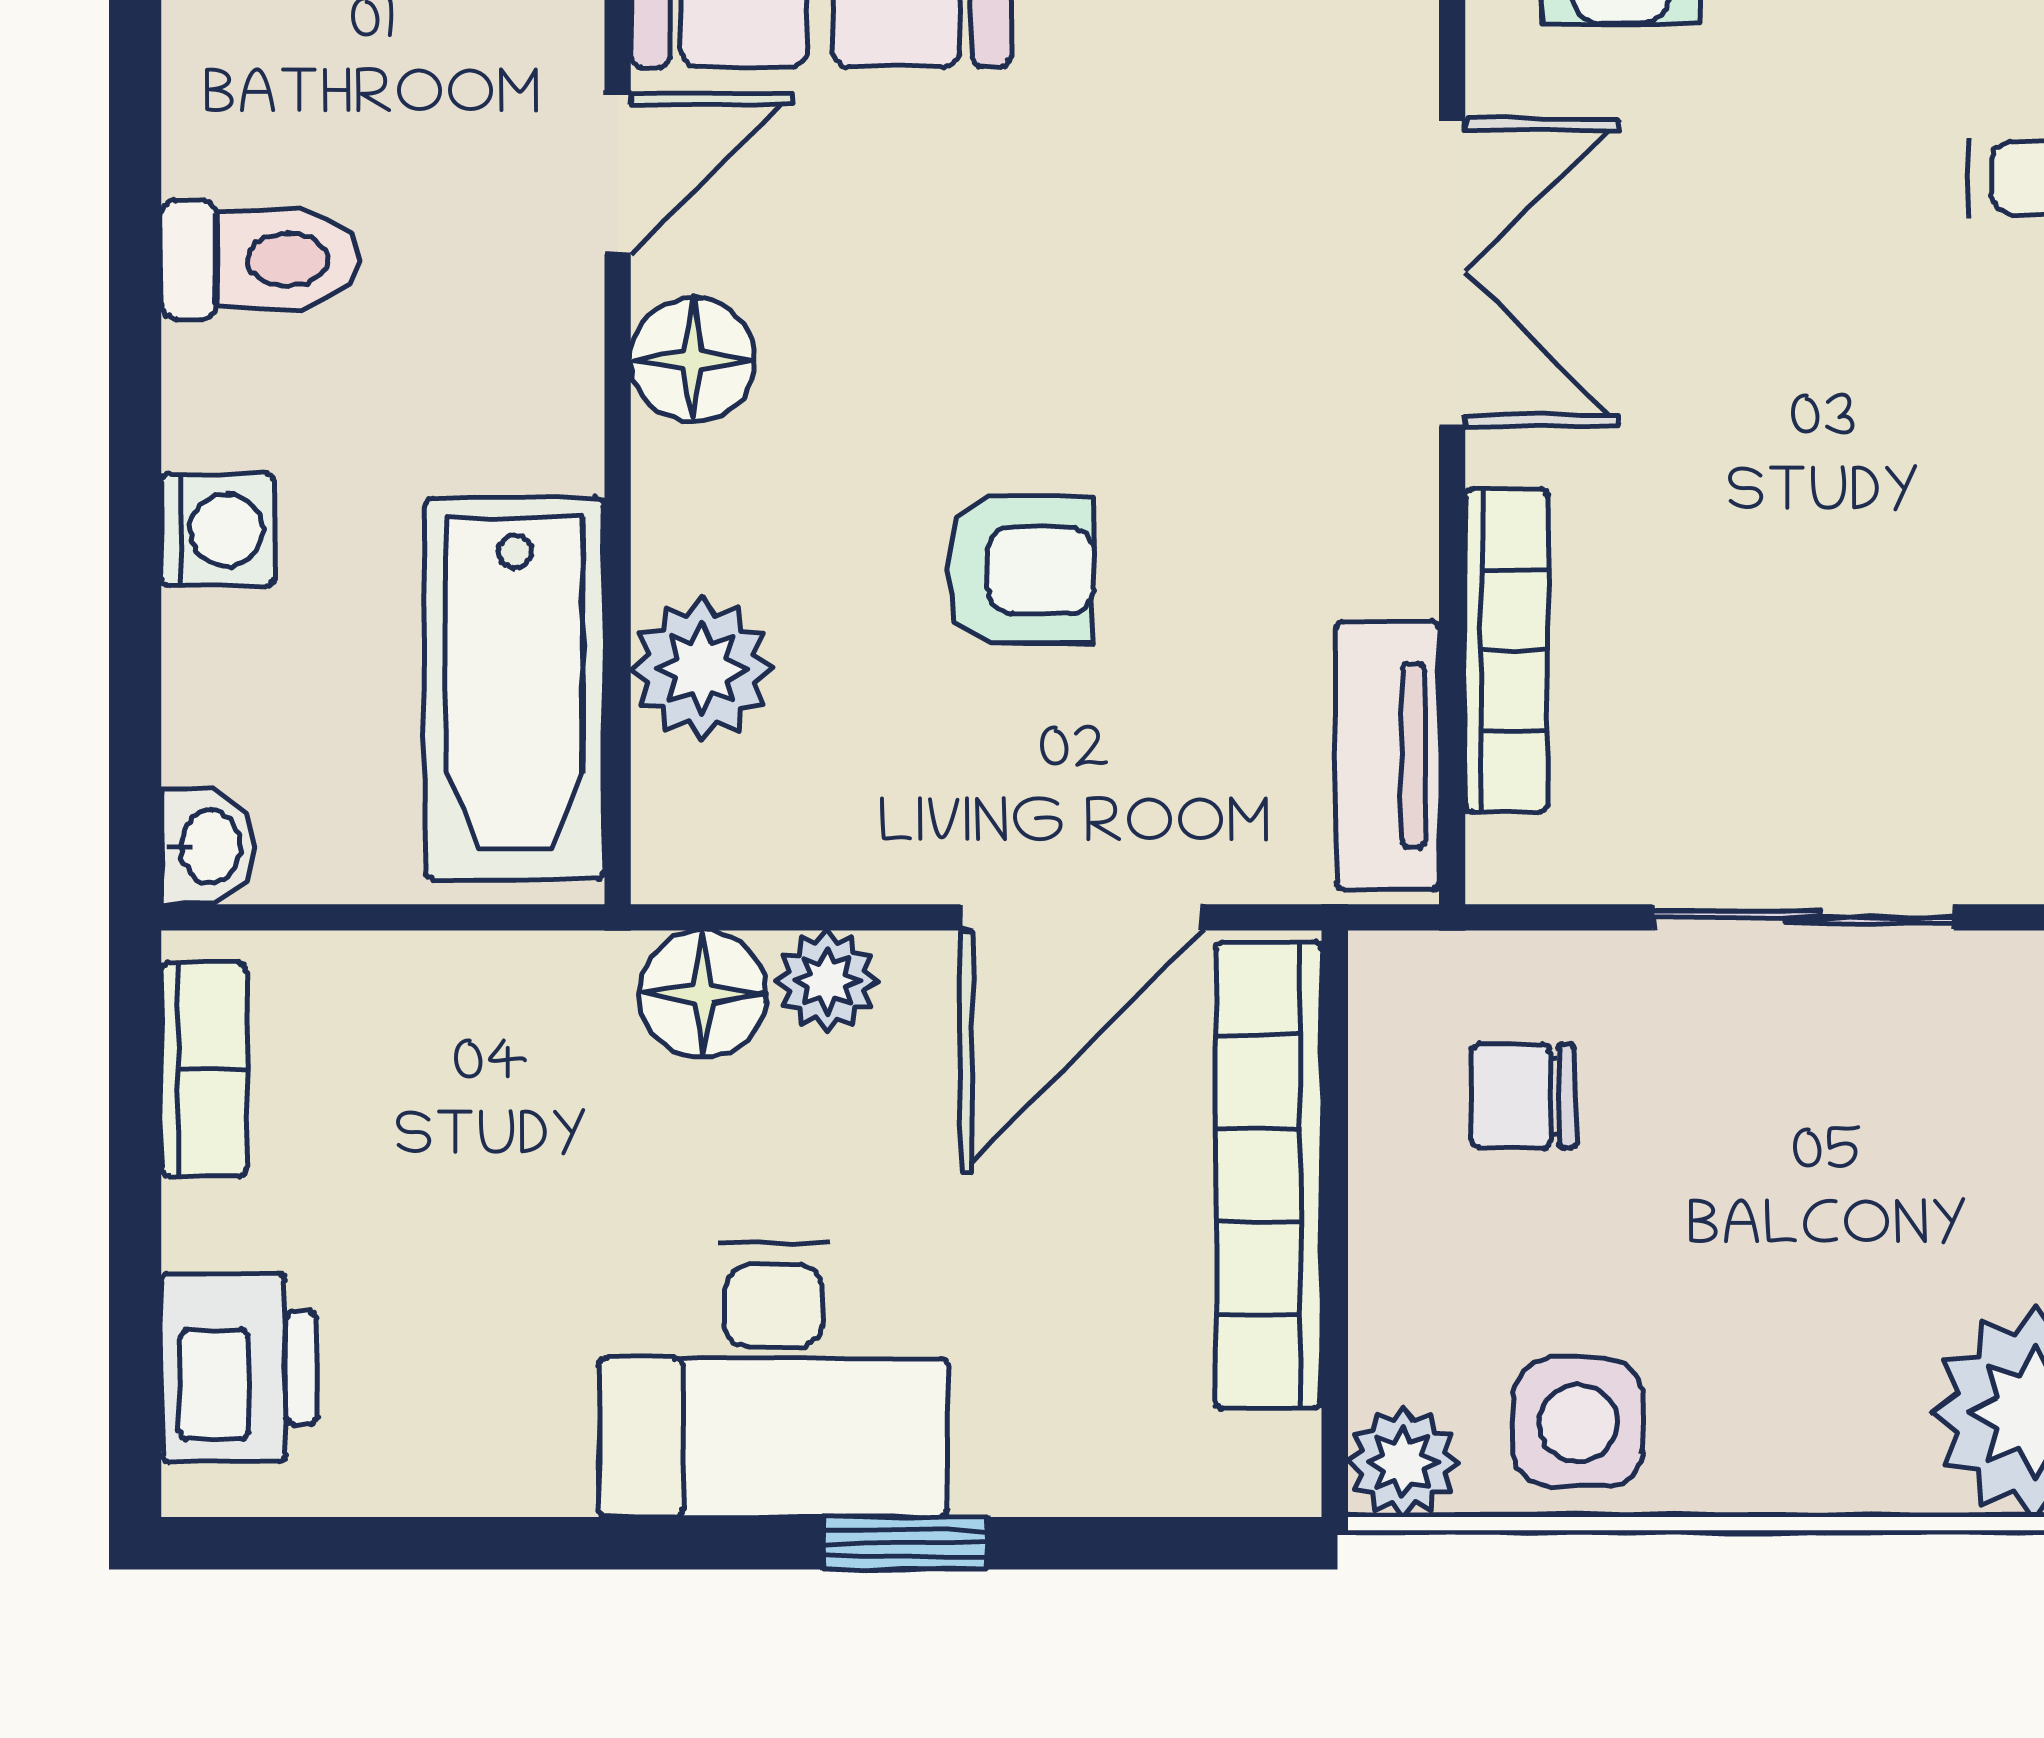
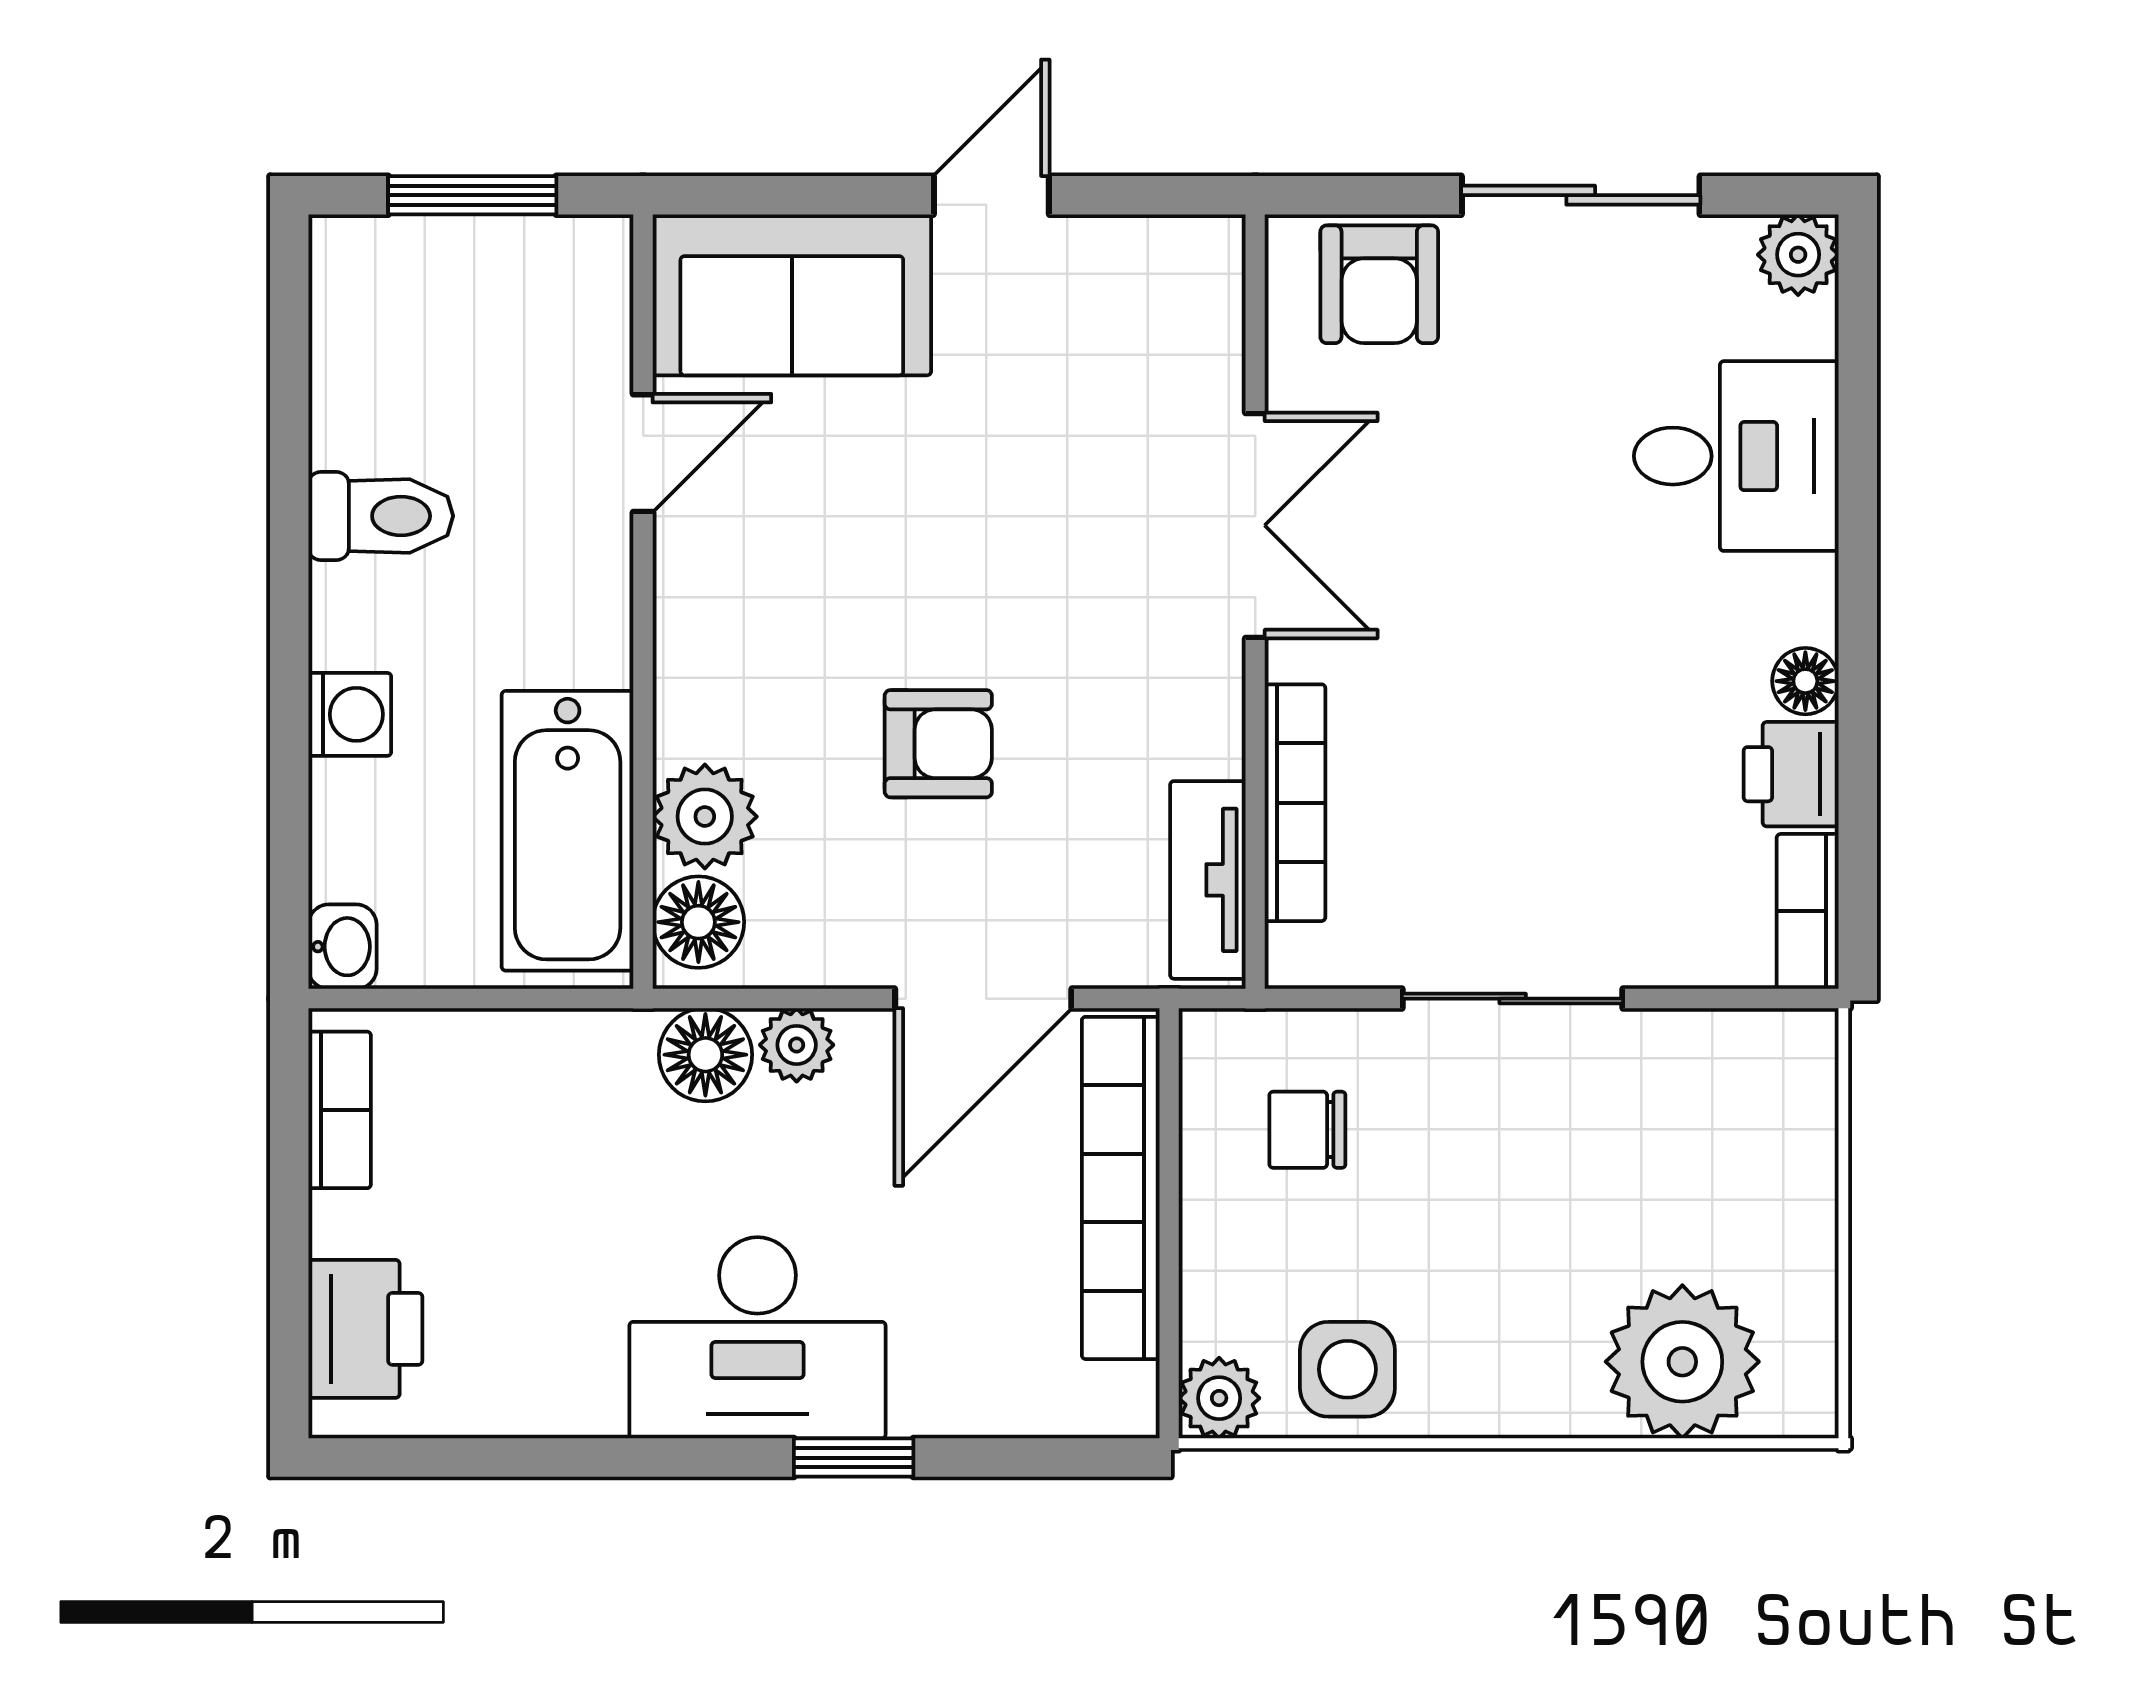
floor lamp: (693, 360) -> (698, 922), moved

